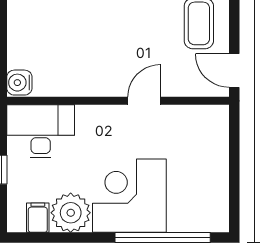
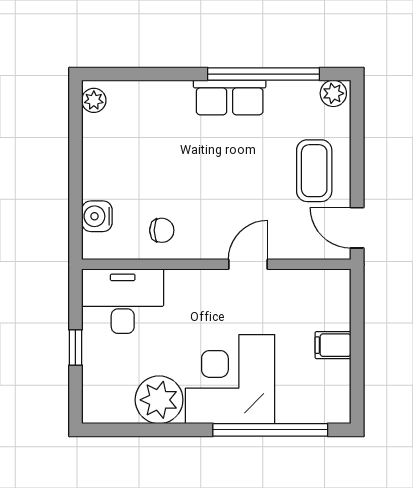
chair: (73, 73) -> (162, 230), added
water cooler: (19, 83) -> (97, 216), moved
filing cabinet: (38, 218) -> (333, 345), moved, turned -90

